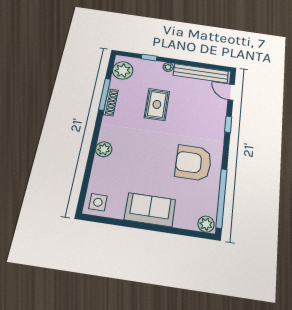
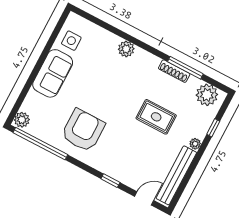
side table: (98, 202) -> (71, 41), moved

